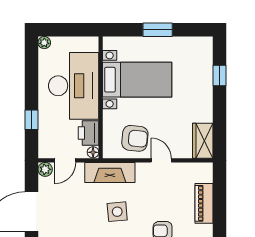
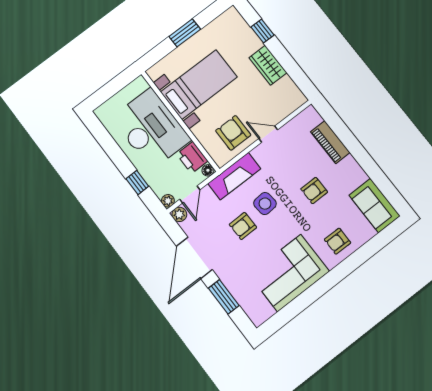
plant: (44, 43) -> (168, 201), moved
armchair: (135, 138) -> (233, 133), turned -96
wardrobe: (203, 141) -> (268, 65), moved
armchair: (87, 216) -> (243, 226), added

